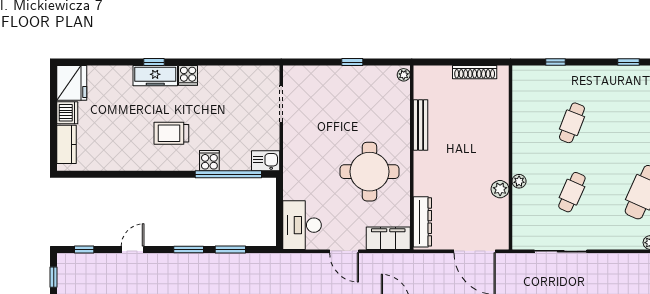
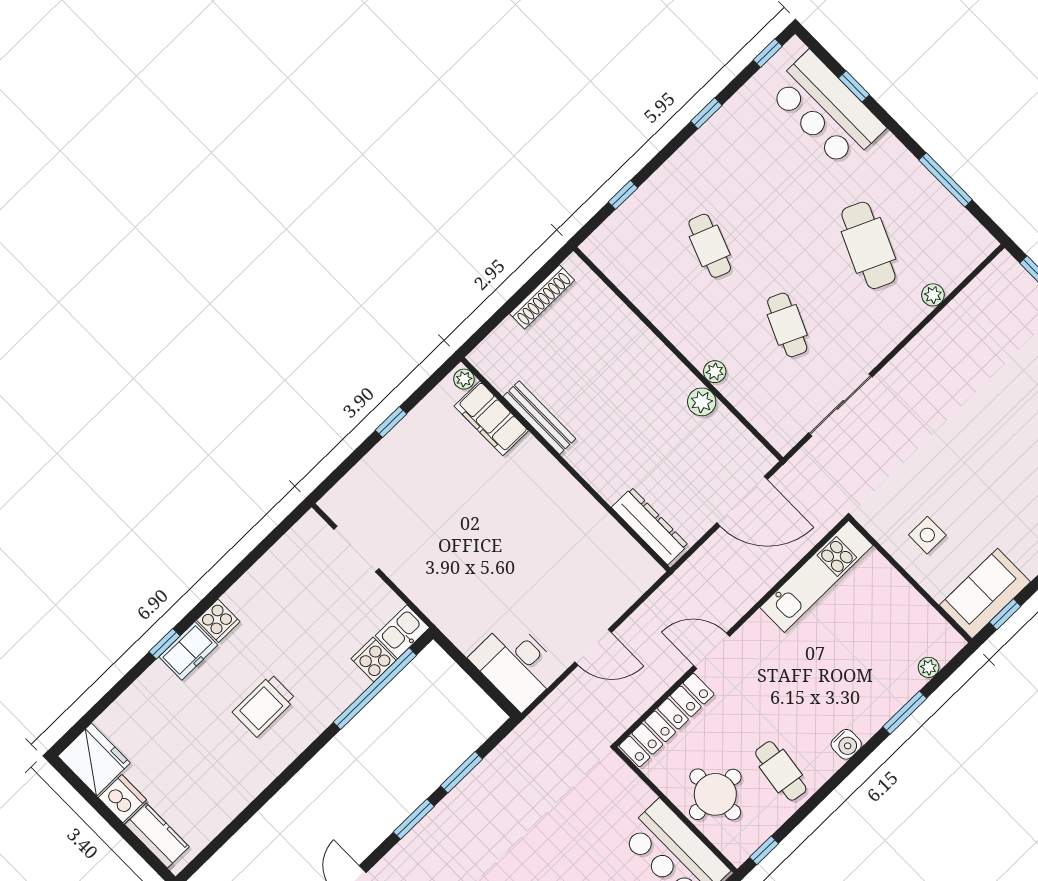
freezer: (155, 76) -> (188, 651), width x0.71
cooker: (209, 161) -> (374, 659), moved
round table: (369, 172) -> (533, 528), removed
filing cabinet: (388, 238) -> (491, 418), moved, turned -90

